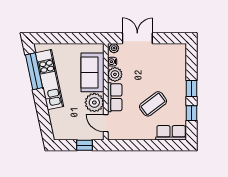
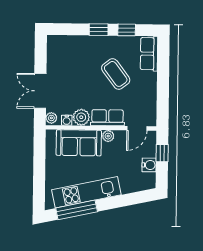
plant: (94, 102) -> (108, 136), width x0.53, depth x0.53
water cooler: (74, 134) -> (149, 165), added

